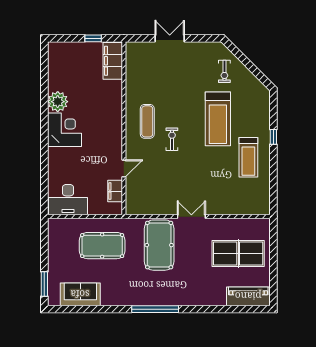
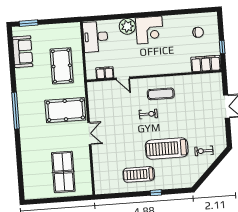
chair: (72, 68) -> (198, 32), added
plant: (58, 102) -> (127, 26), moved
piano: (248, 296) -> (31, 182), removed

